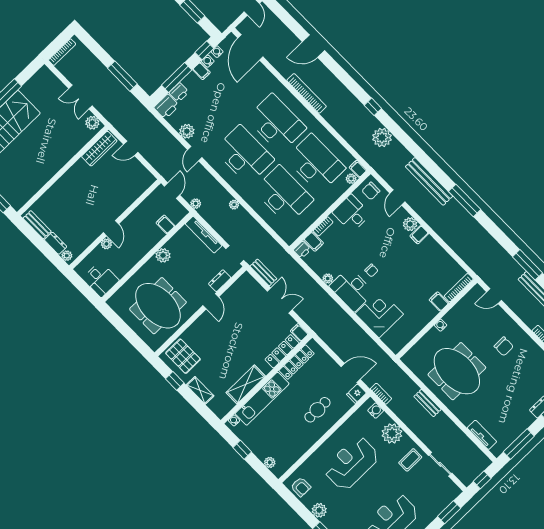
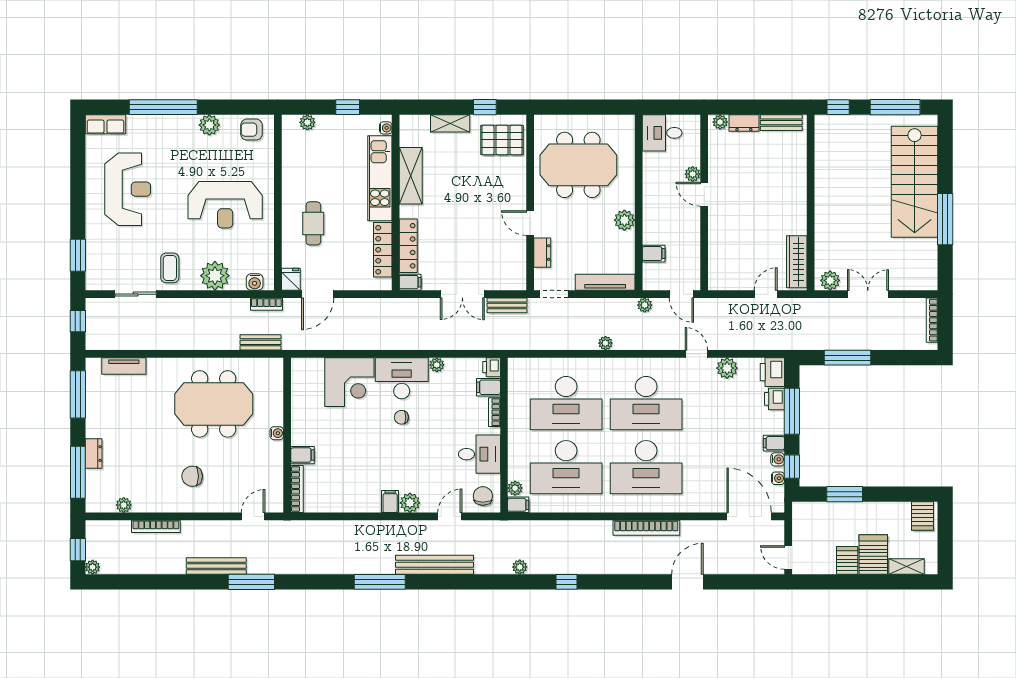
plant: (382, 138) -> (520, 567), width x0.53, depth x0.53
door: (397, 197) -> (450, 516), hinge flipped
bench: (428, 403) -> (261, 342), moved
reception desk: (351, 463) -> (225, 205), turned 90

